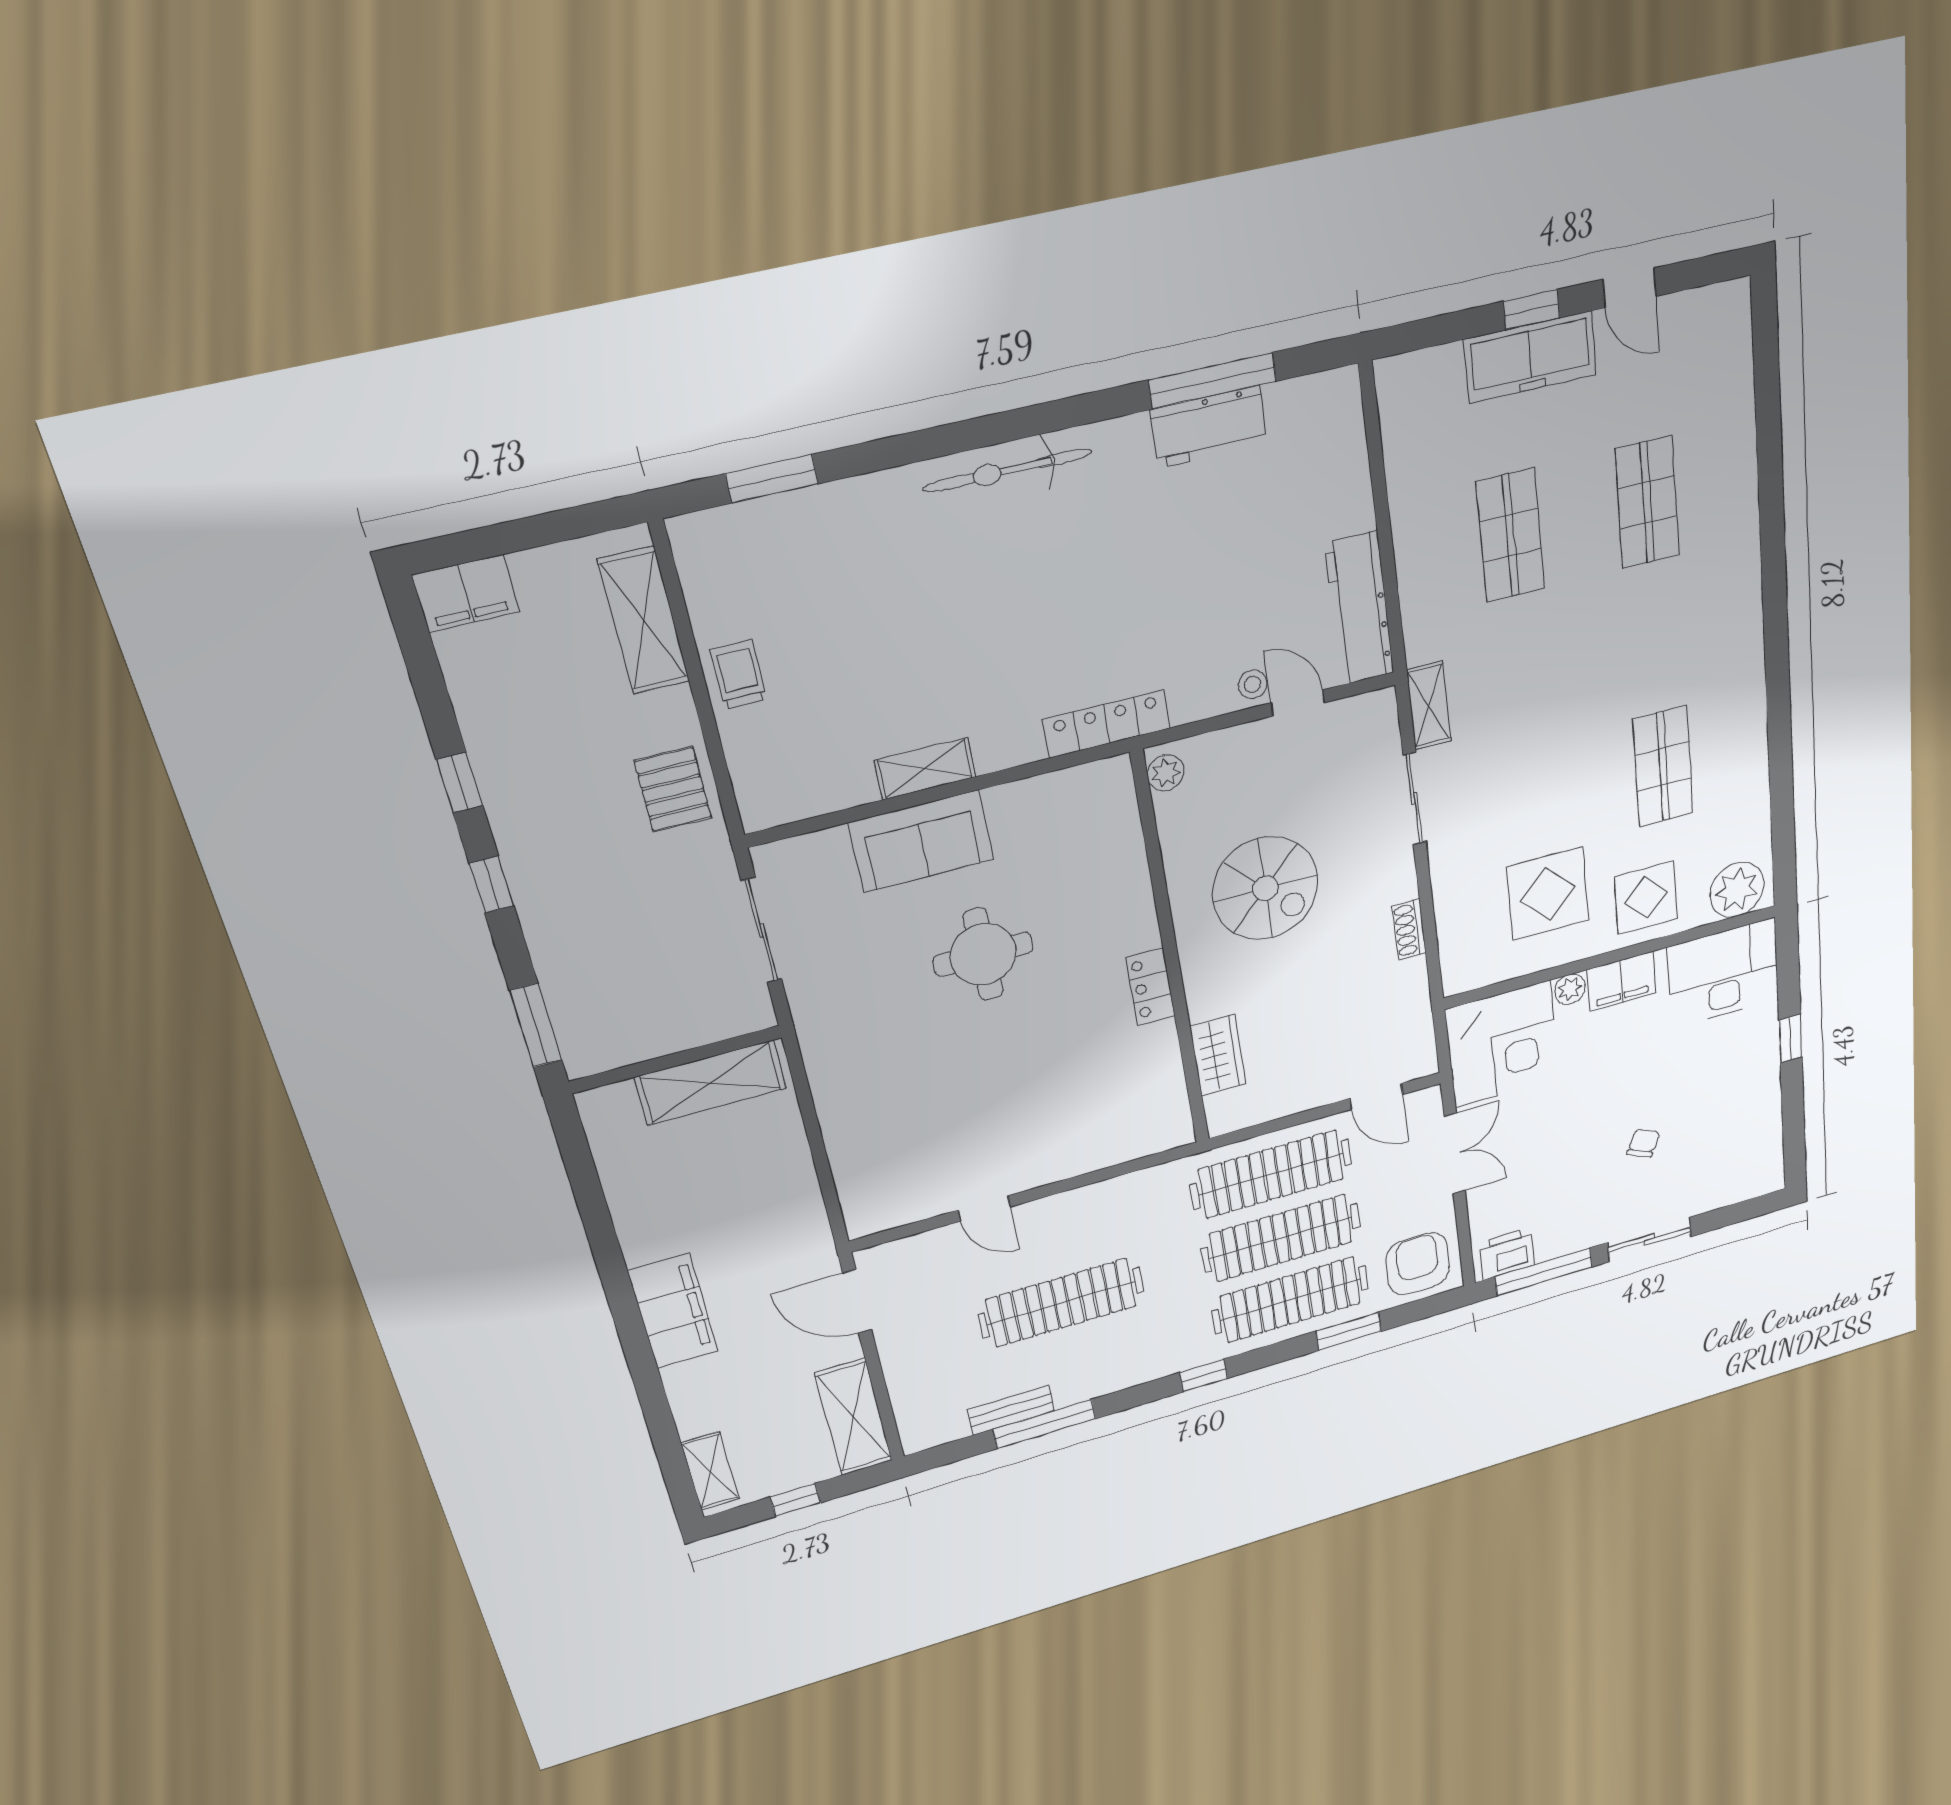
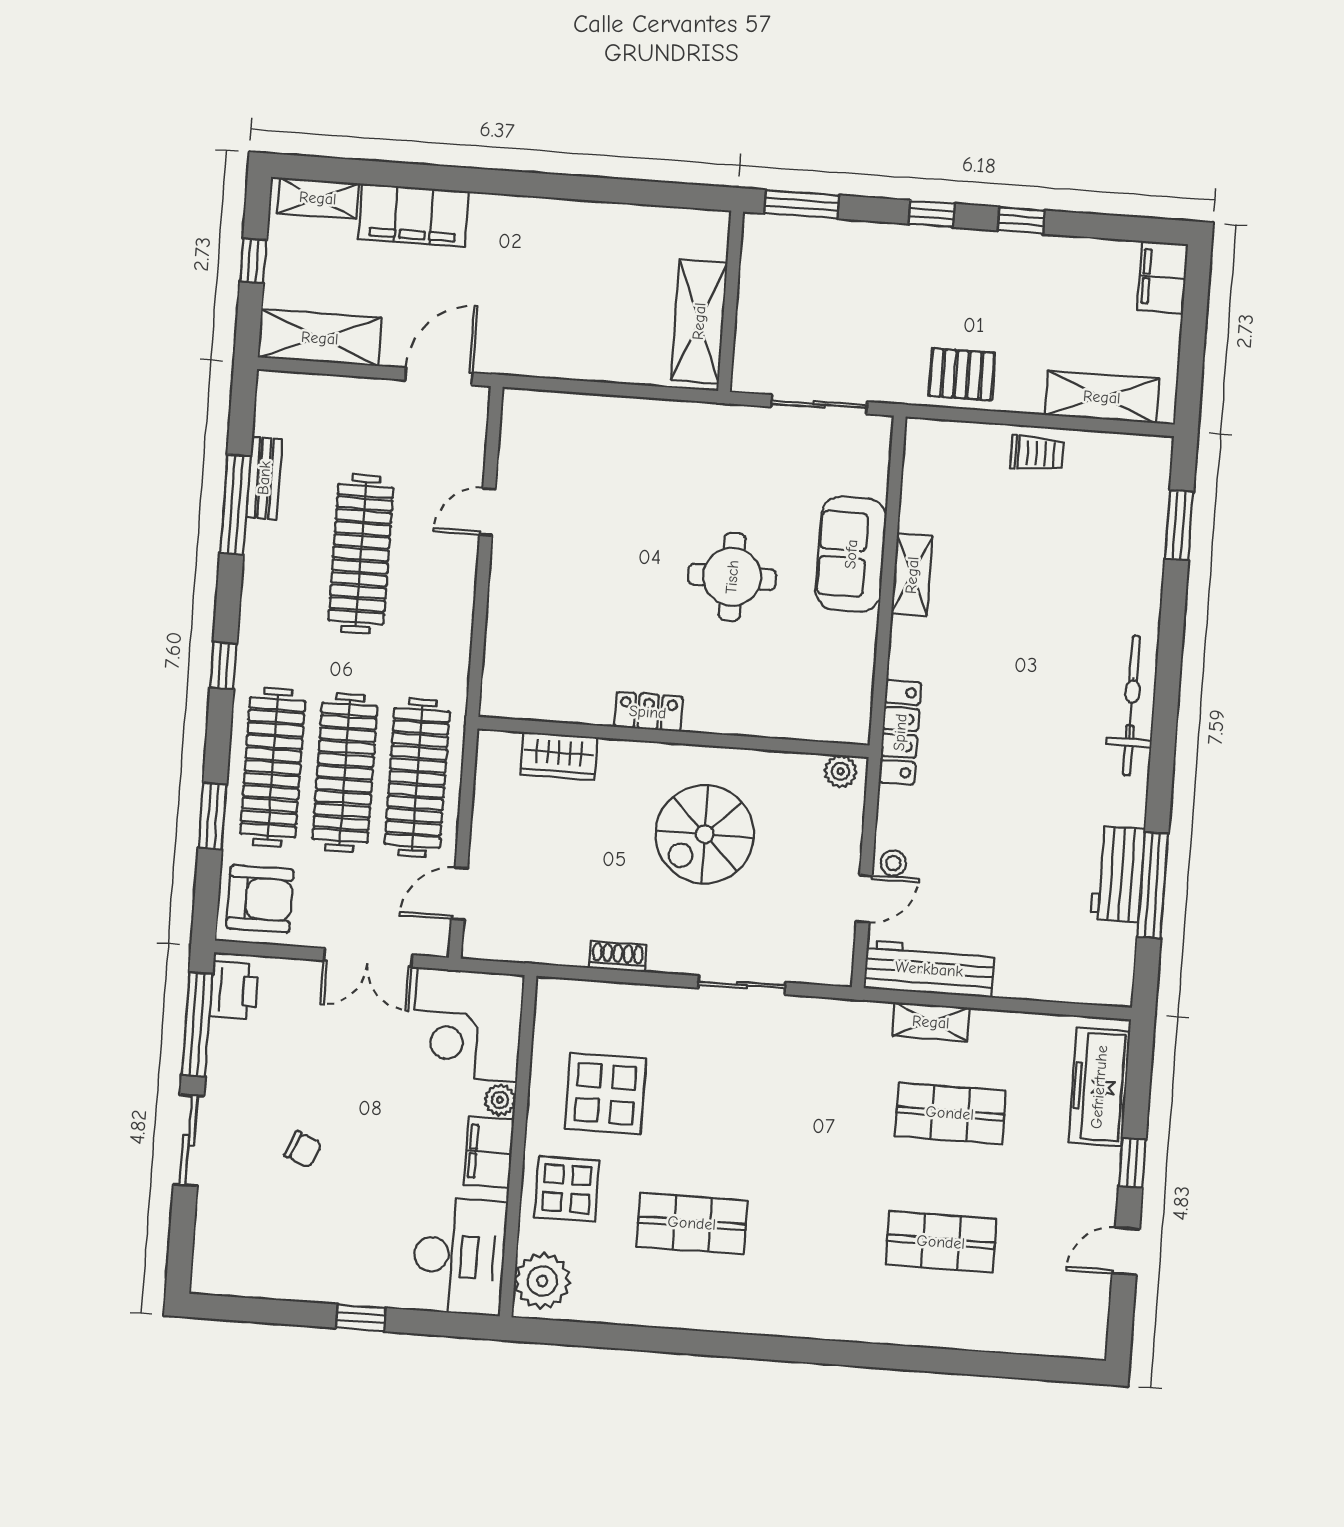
freezer: (1530, 357) -> (1099, 1087), moved
shelving: (1429, 706) -> (931, 1022), moved
filing cabinet: (673, 1311) -> (413, 215), moved

